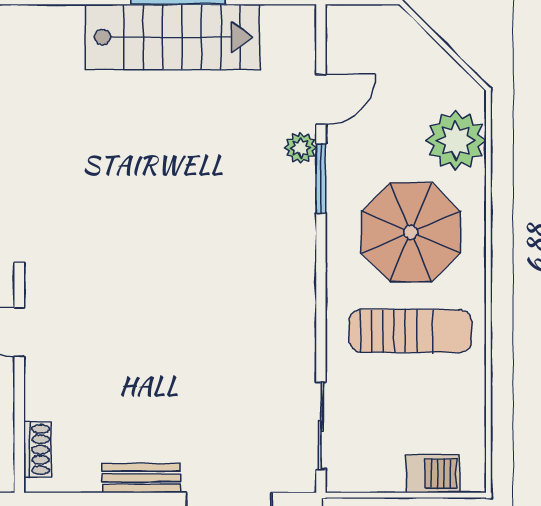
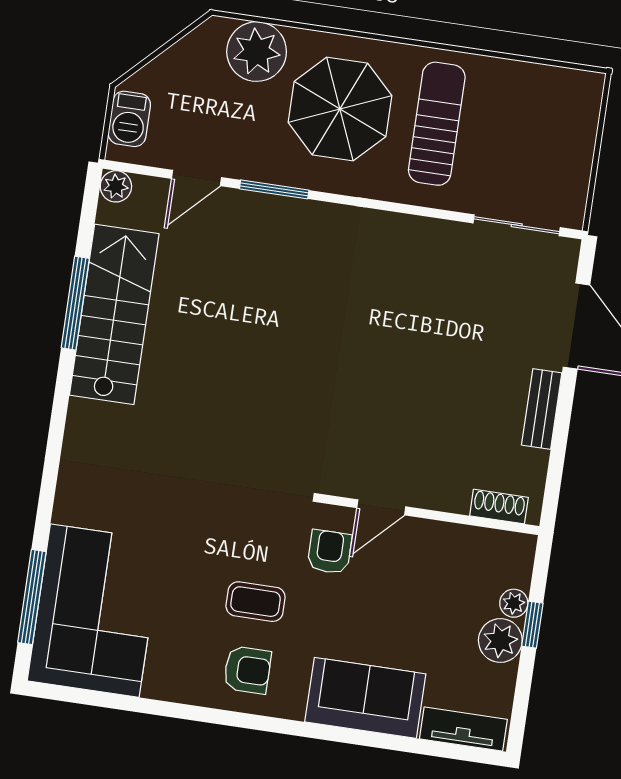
door: (321, 99) -> (197, 178), swing flipped
plant: (301, 148) -> (116, 186), moved
barbecue: (433, 474) -> (129, 119), moved, turned 180

